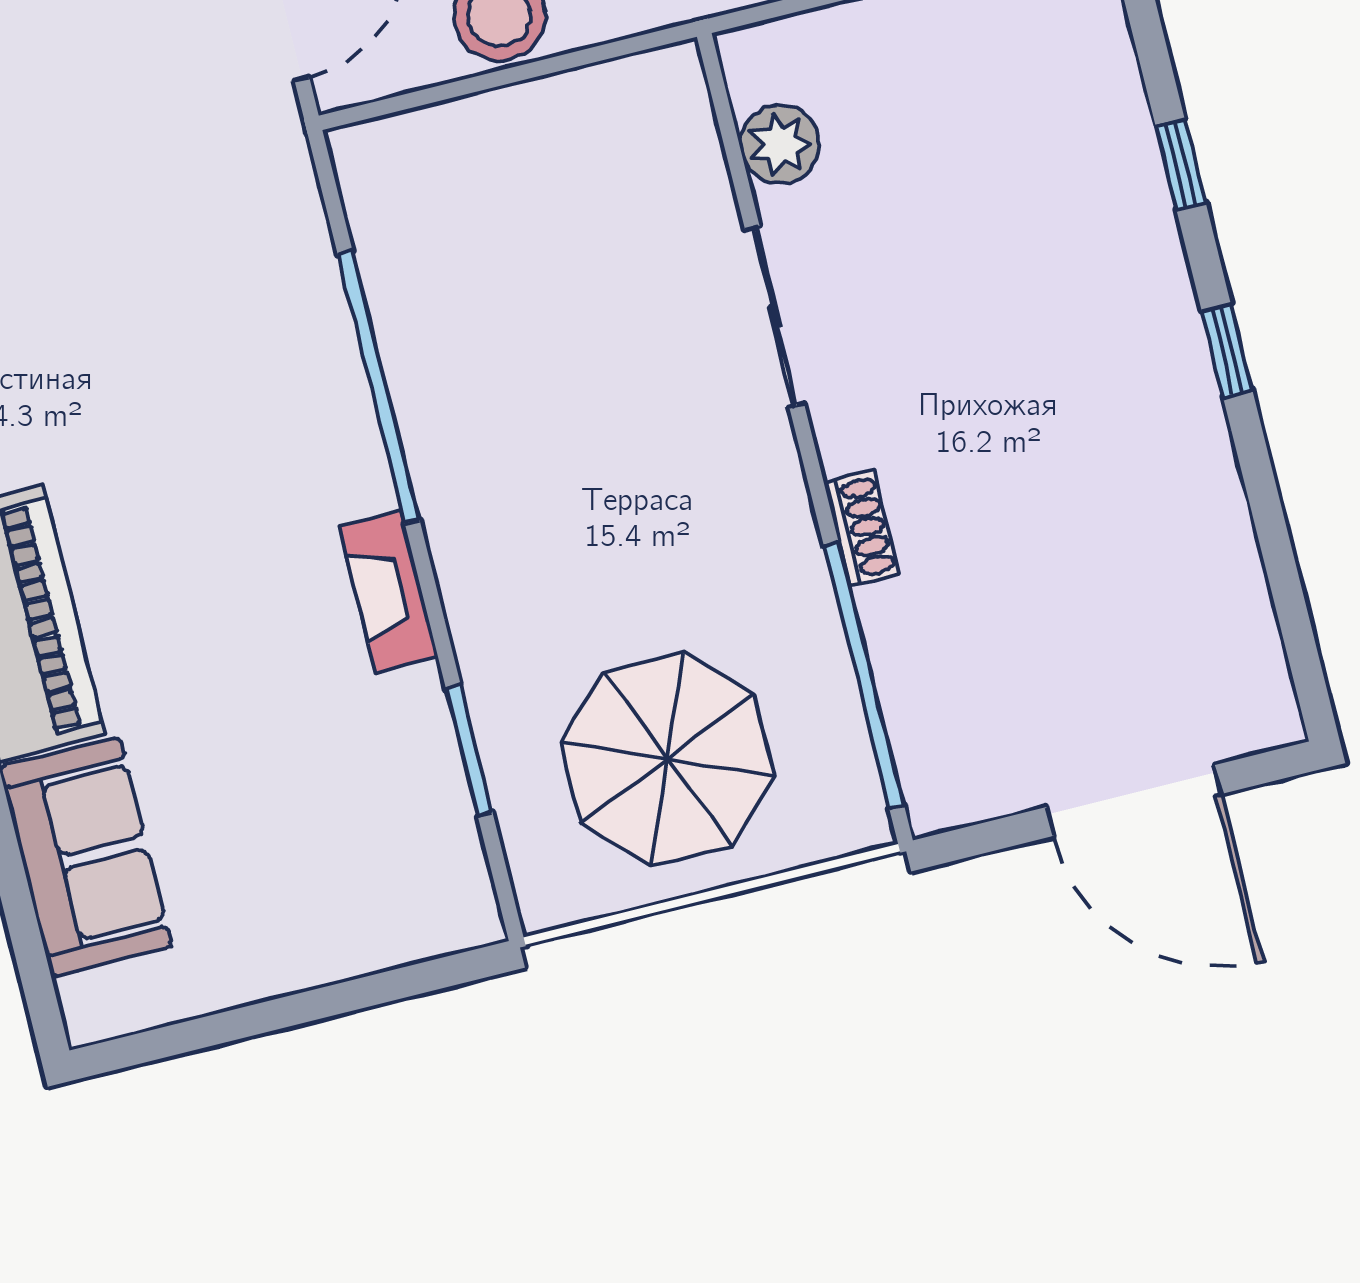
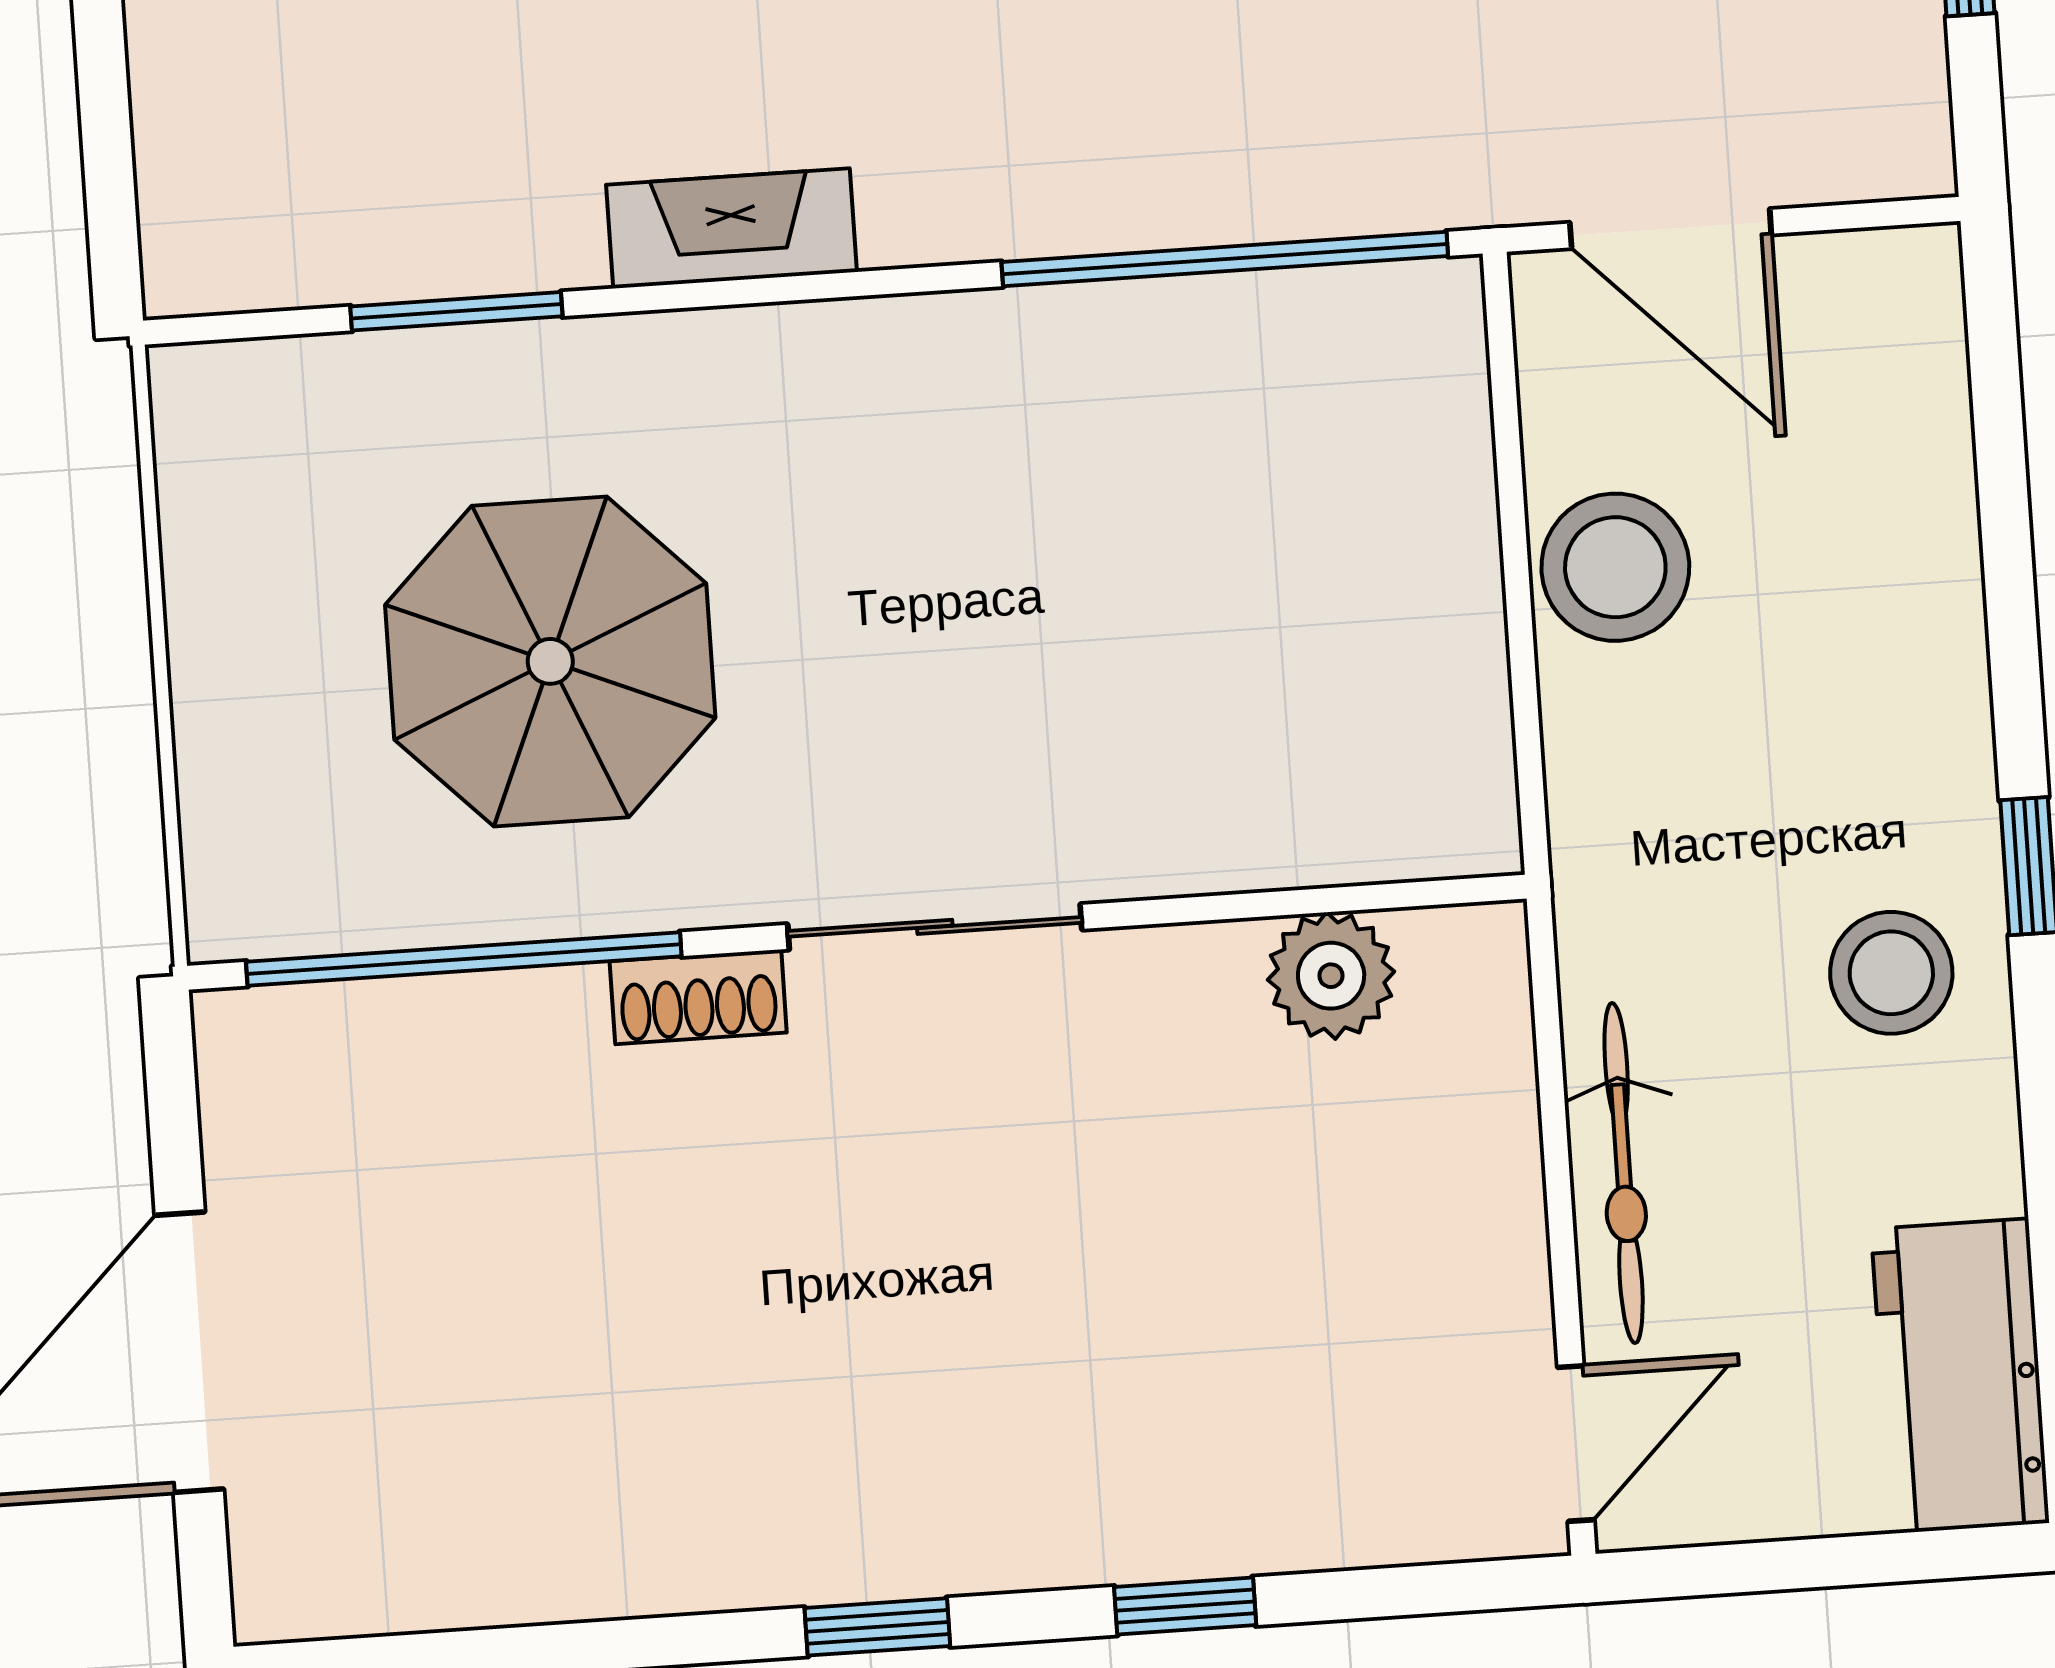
sliding door: (774, 316) -> (935, 927), moved
window: (379, 387) -> (1225, 259), moved
parasol: (667, 759) -> (550, 661), moved

